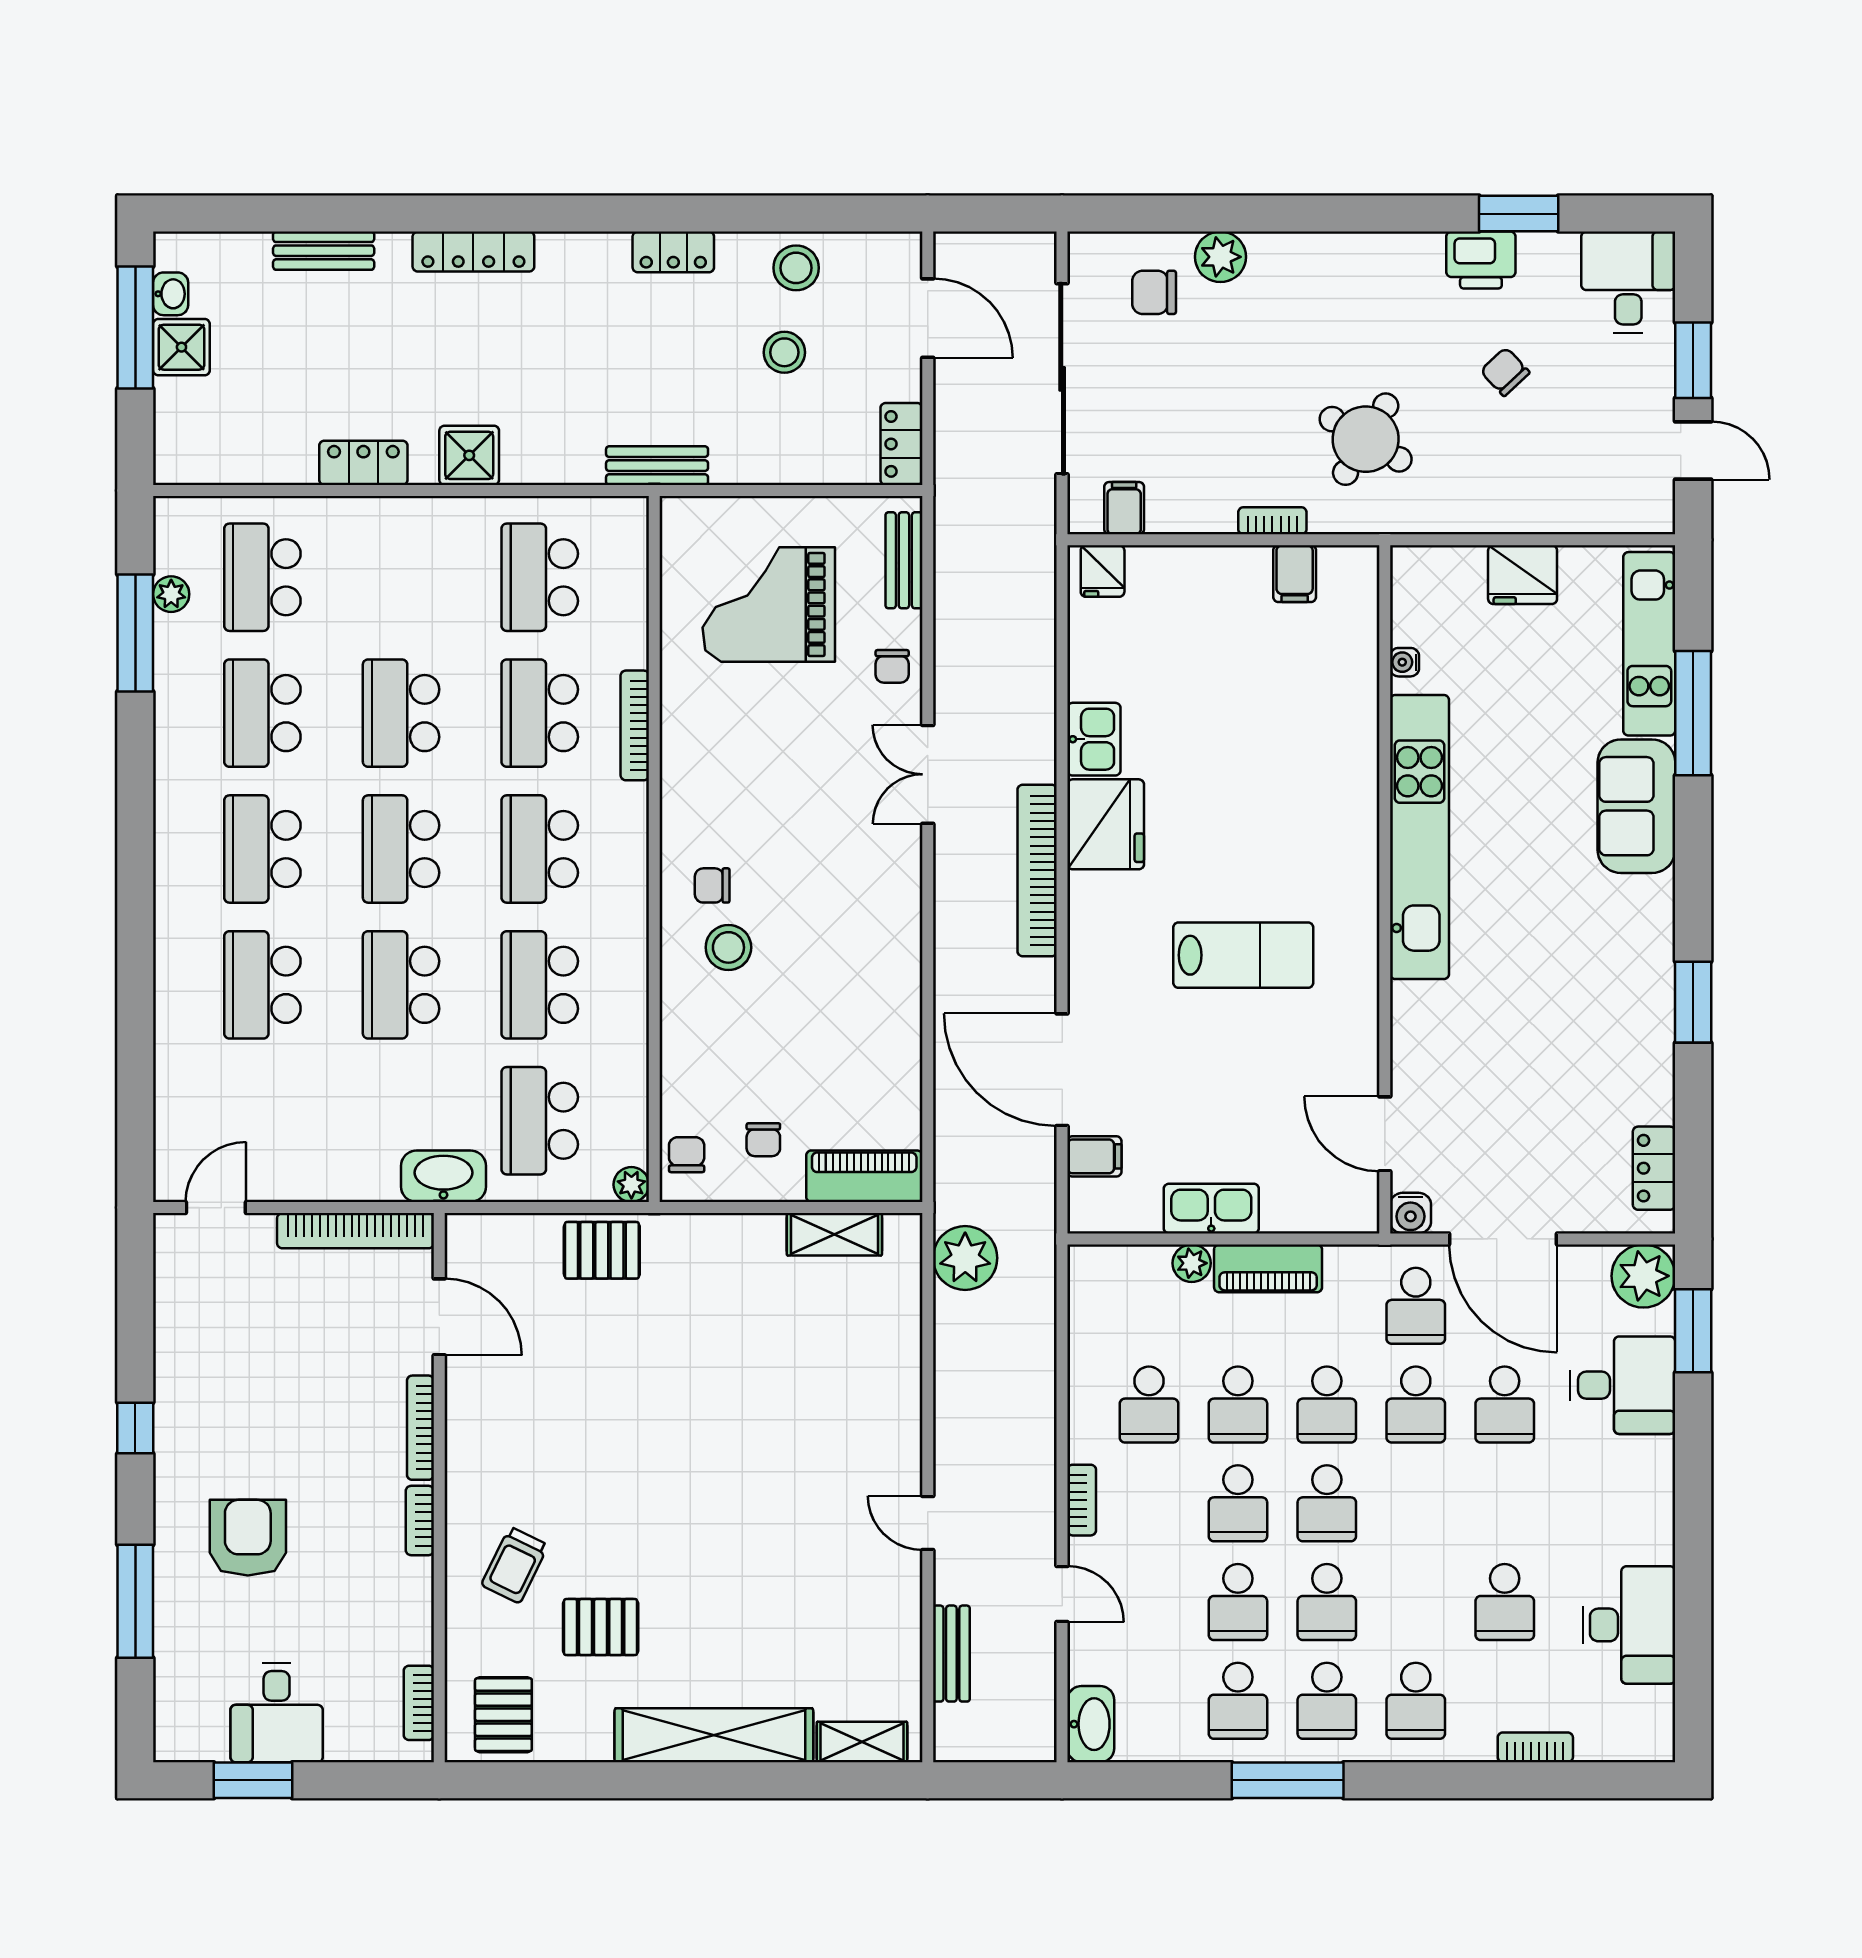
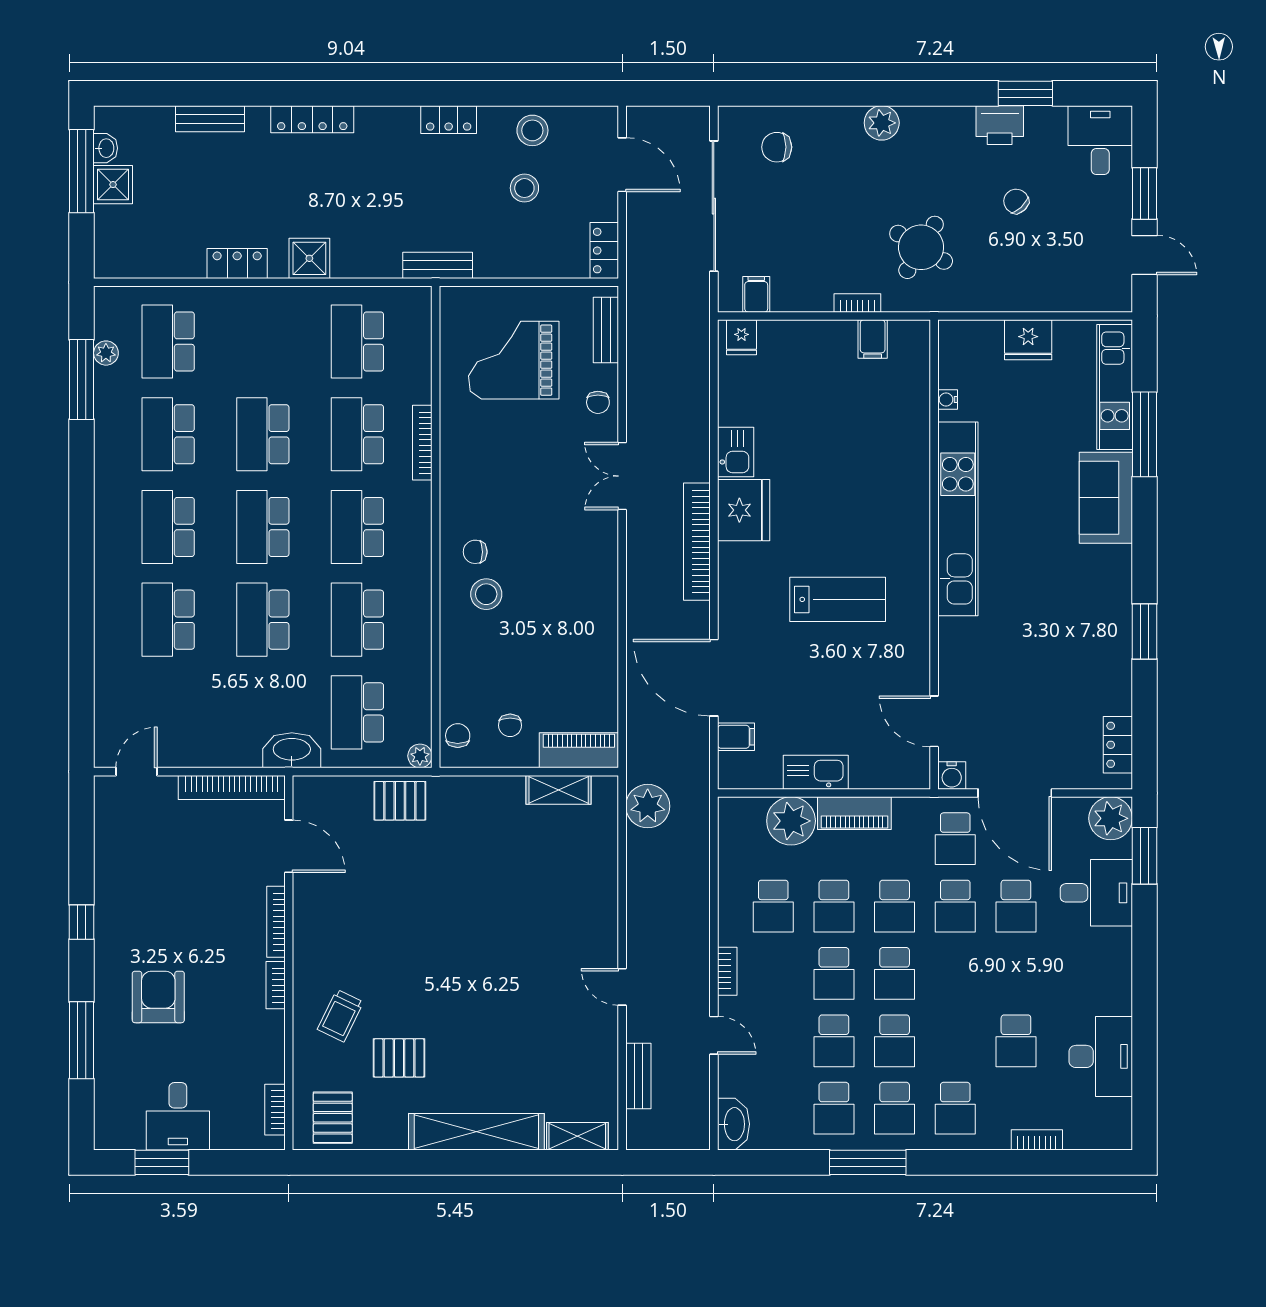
plant: (1220, 257) -> (882, 123), moved
plant: (1192, 1263) -> (791, 821), width x1.88, depth x1.88

